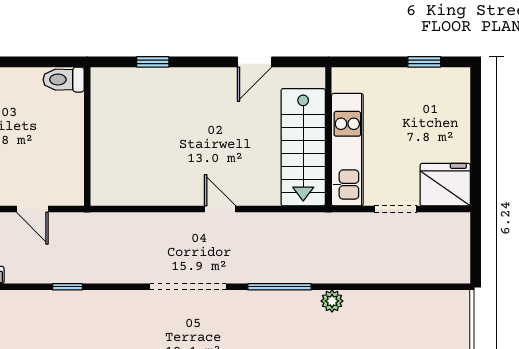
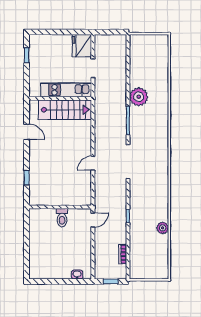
toilet: (64, 80) -> (62, 218), moved
door: (32, 209) -> (93, 220), moved
door: (220, 209) -> (93, 163), moved
plant: (332, 301) -> (139, 97), width x1.88, depth x1.88

